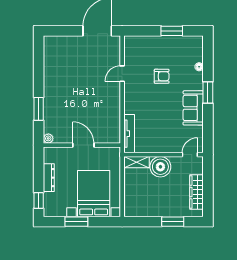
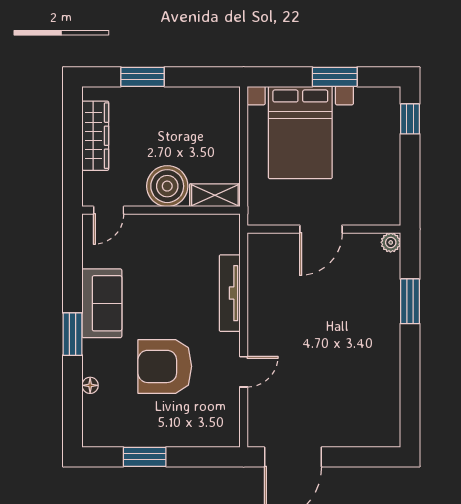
armchair: (162, 76) -> (165, 366), width x1.88, depth x1.88
tv unit: (129, 134) -> (230, 293), moved
door: (83, 145) -> (321, 229), hinge flipped
dresser: (49, 178) -> (390, 164), removed

